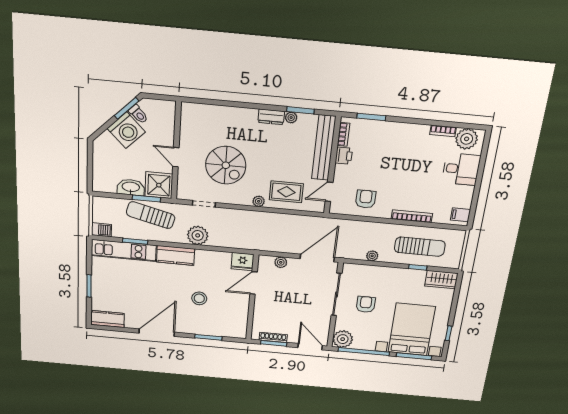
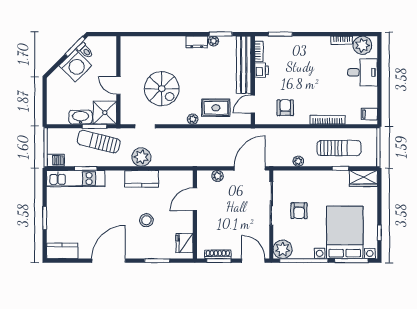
kitchen counter: (176, 255) -> (142, 179), moved
fridge: (243, 262) -> (185, 243), moved, turned 90
armchair: (366, 304) -> (299, 211), turned 180

